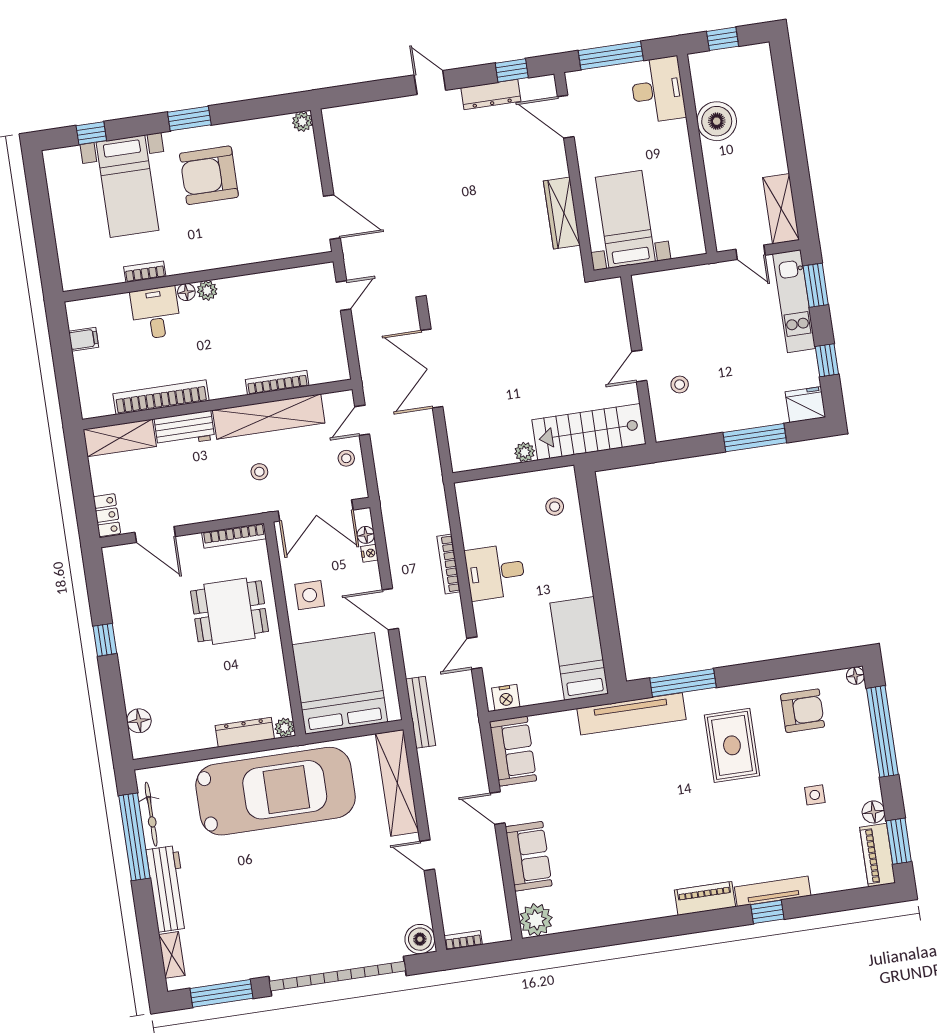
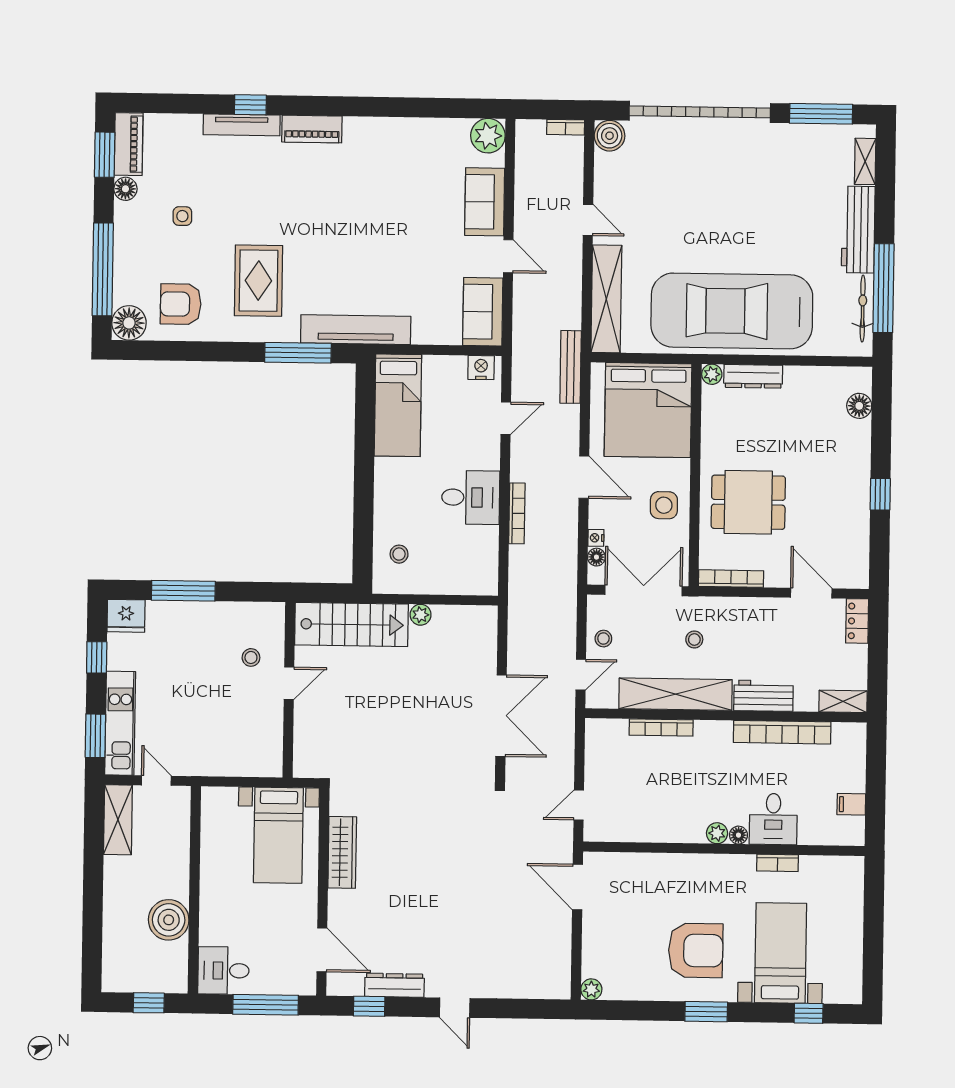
desk: (658, 90) -> (223, 971), width x0.73
shelving: (120, 438) -> (843, 701), width x0.67, depth x0.75
floor lamp: (855, 676) -> (129, 323), width x1.89, depth x1.89

